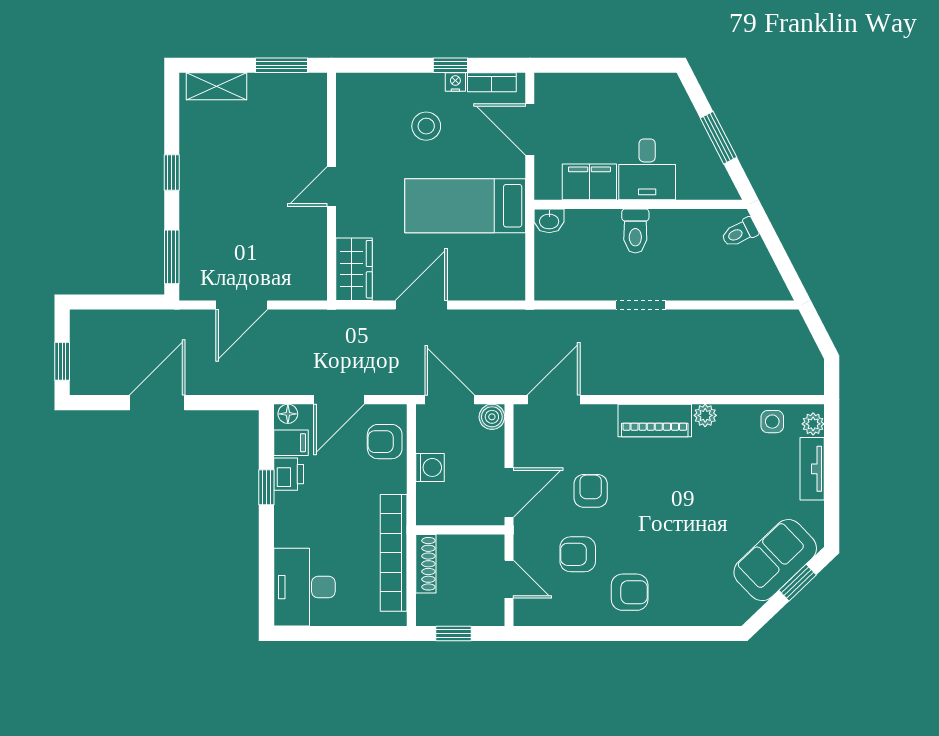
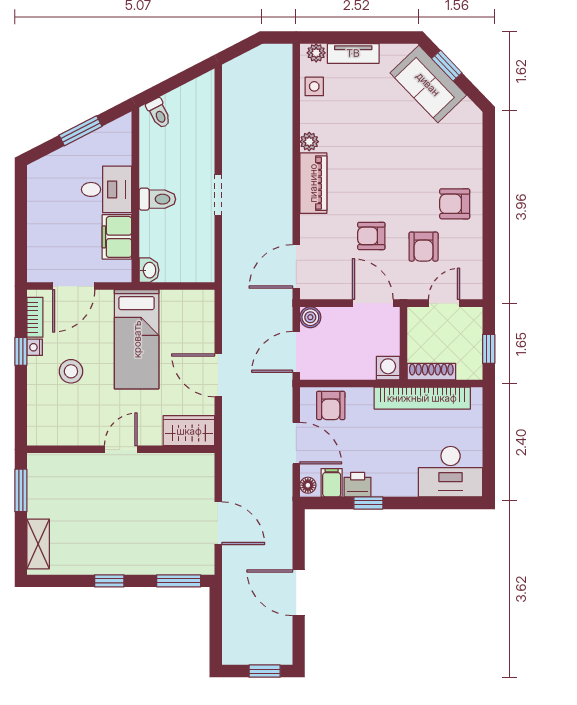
door: (331, 186) -> (121, 449), swing flipped
door: (554, 400) -> (296, 266), hinge flipped
washing machine: (430, 467) -> (388, 368), moved
armchair: (630, 592) -> (455, 204), turned -90

